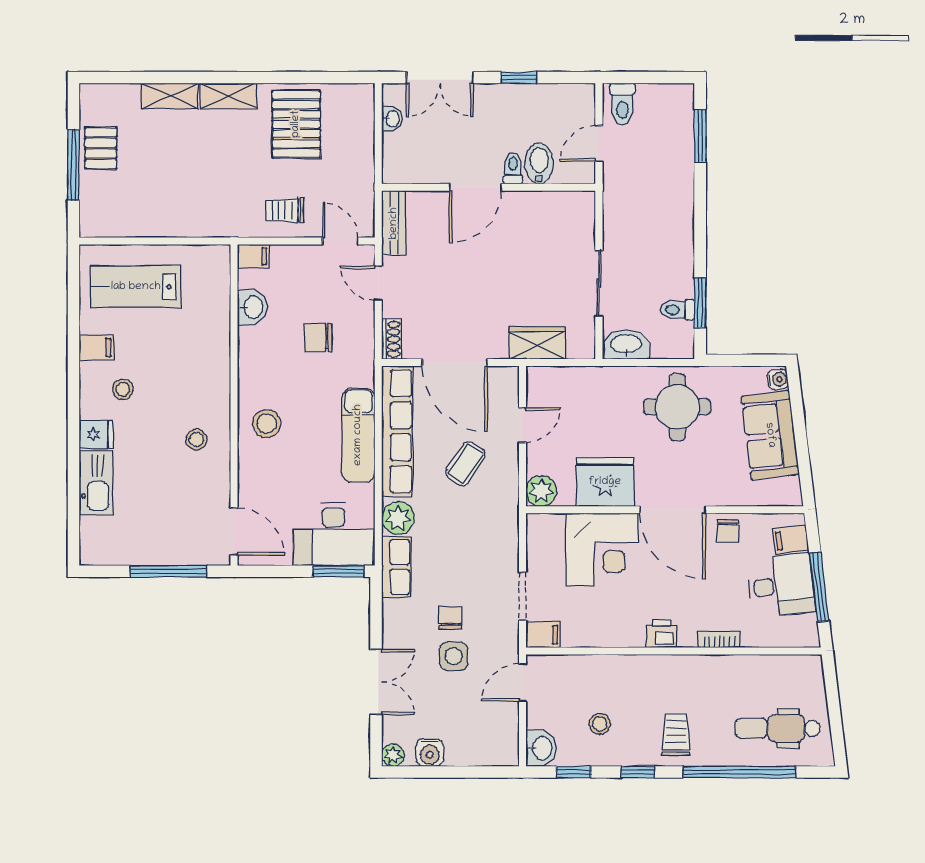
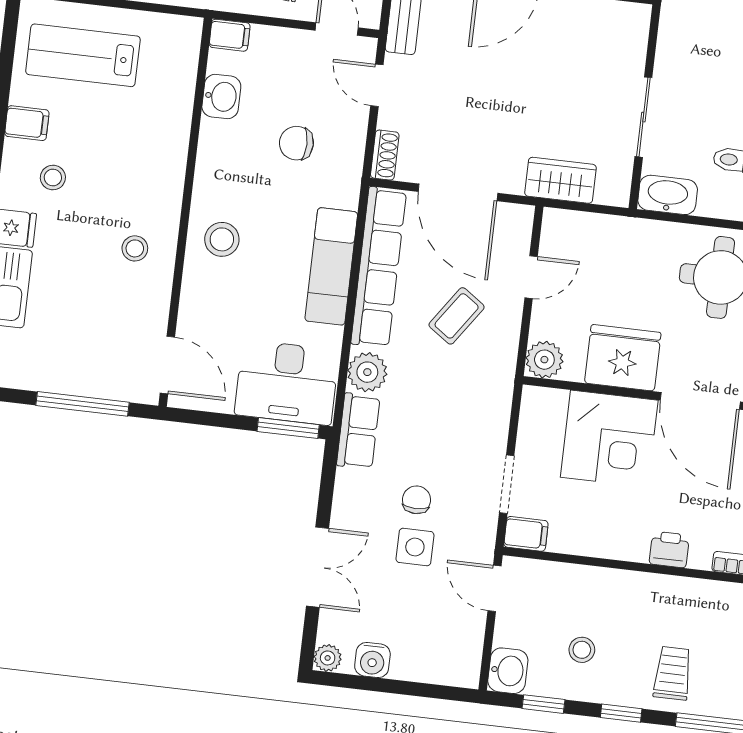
door: (523, 682) -> (495, 588), hinge flipped

